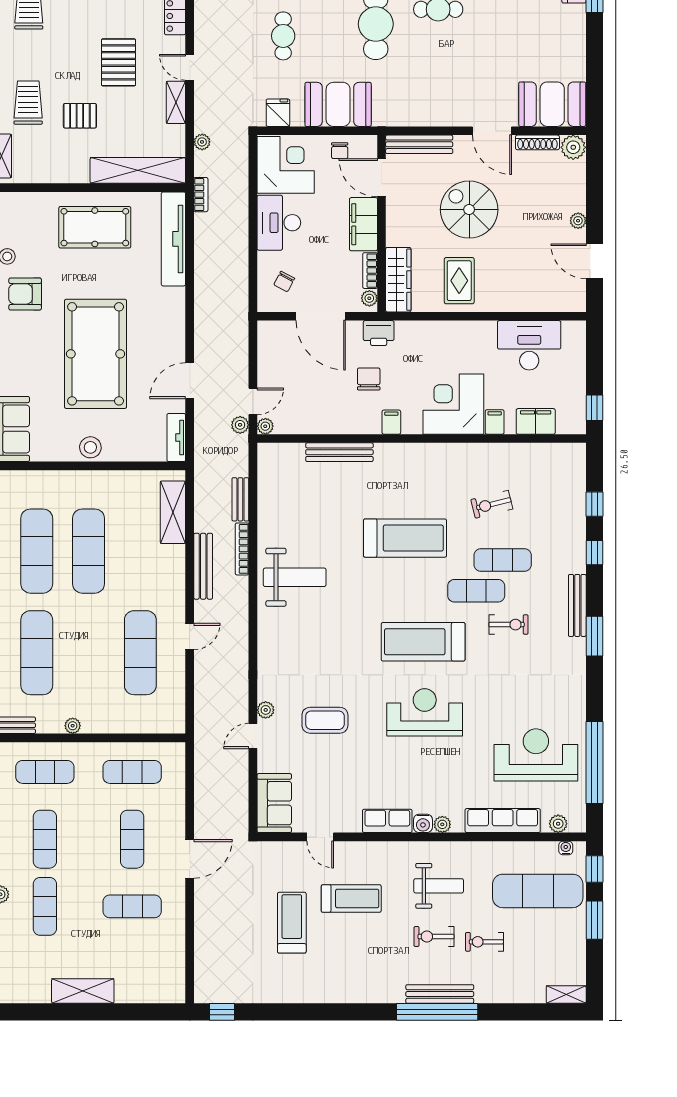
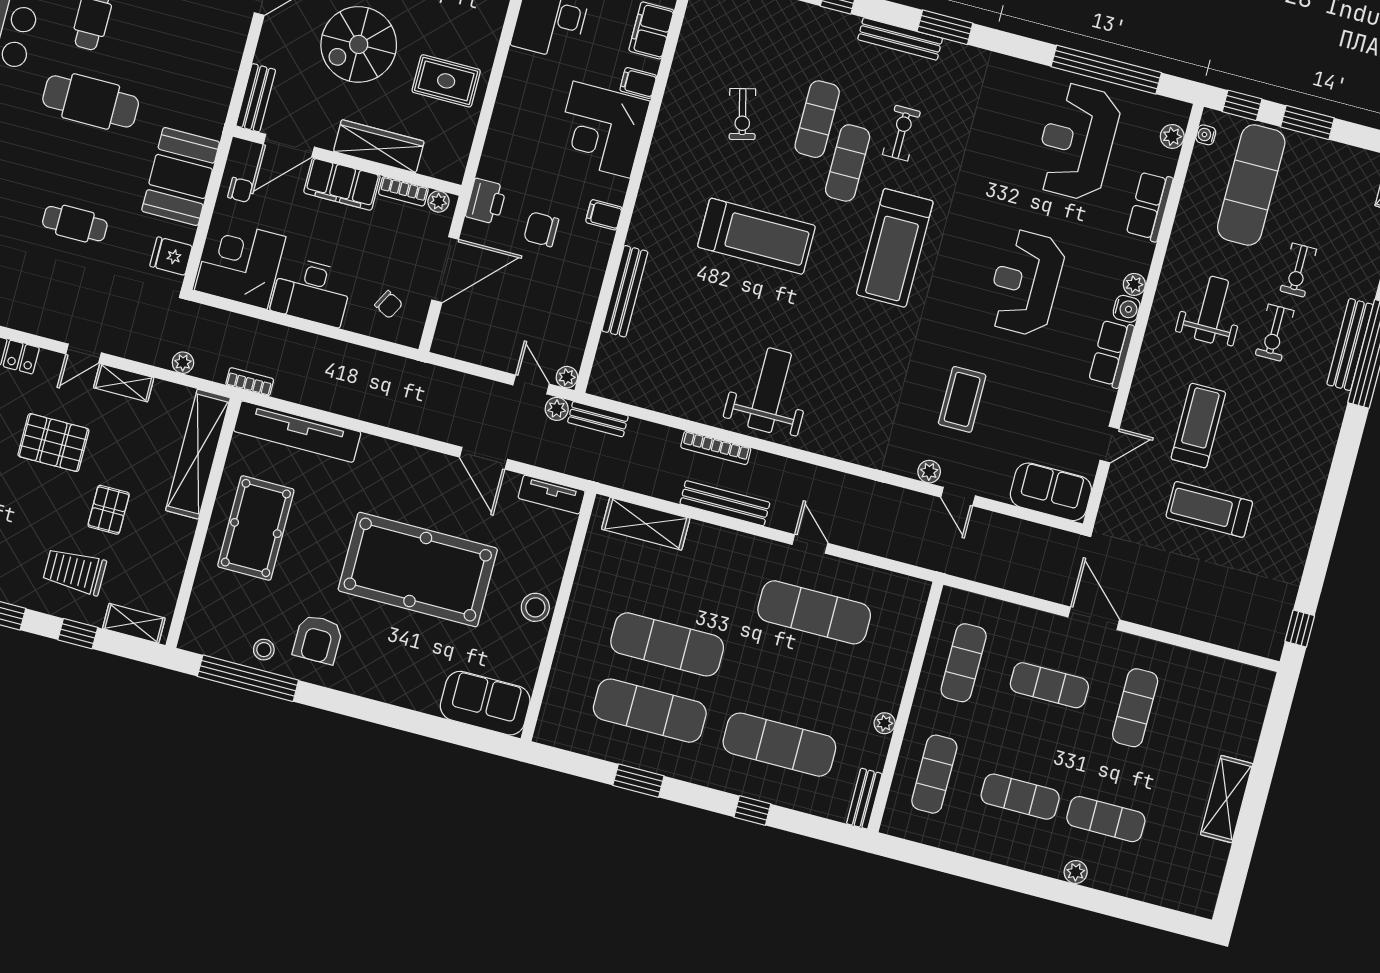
bench: (419, 144) -> (256, 98), width x0.73
wardrobe: (398, 280) -> (379, 146), moved
bench: (240, 499) -> (598, 419), moved
treadmill: (405, 538) -> (756, 236), turned 90
reception desk: (425, 712) -> (1026, 283), moved
row of seats: (503, 821) -> (1150, 206), width x0.68

